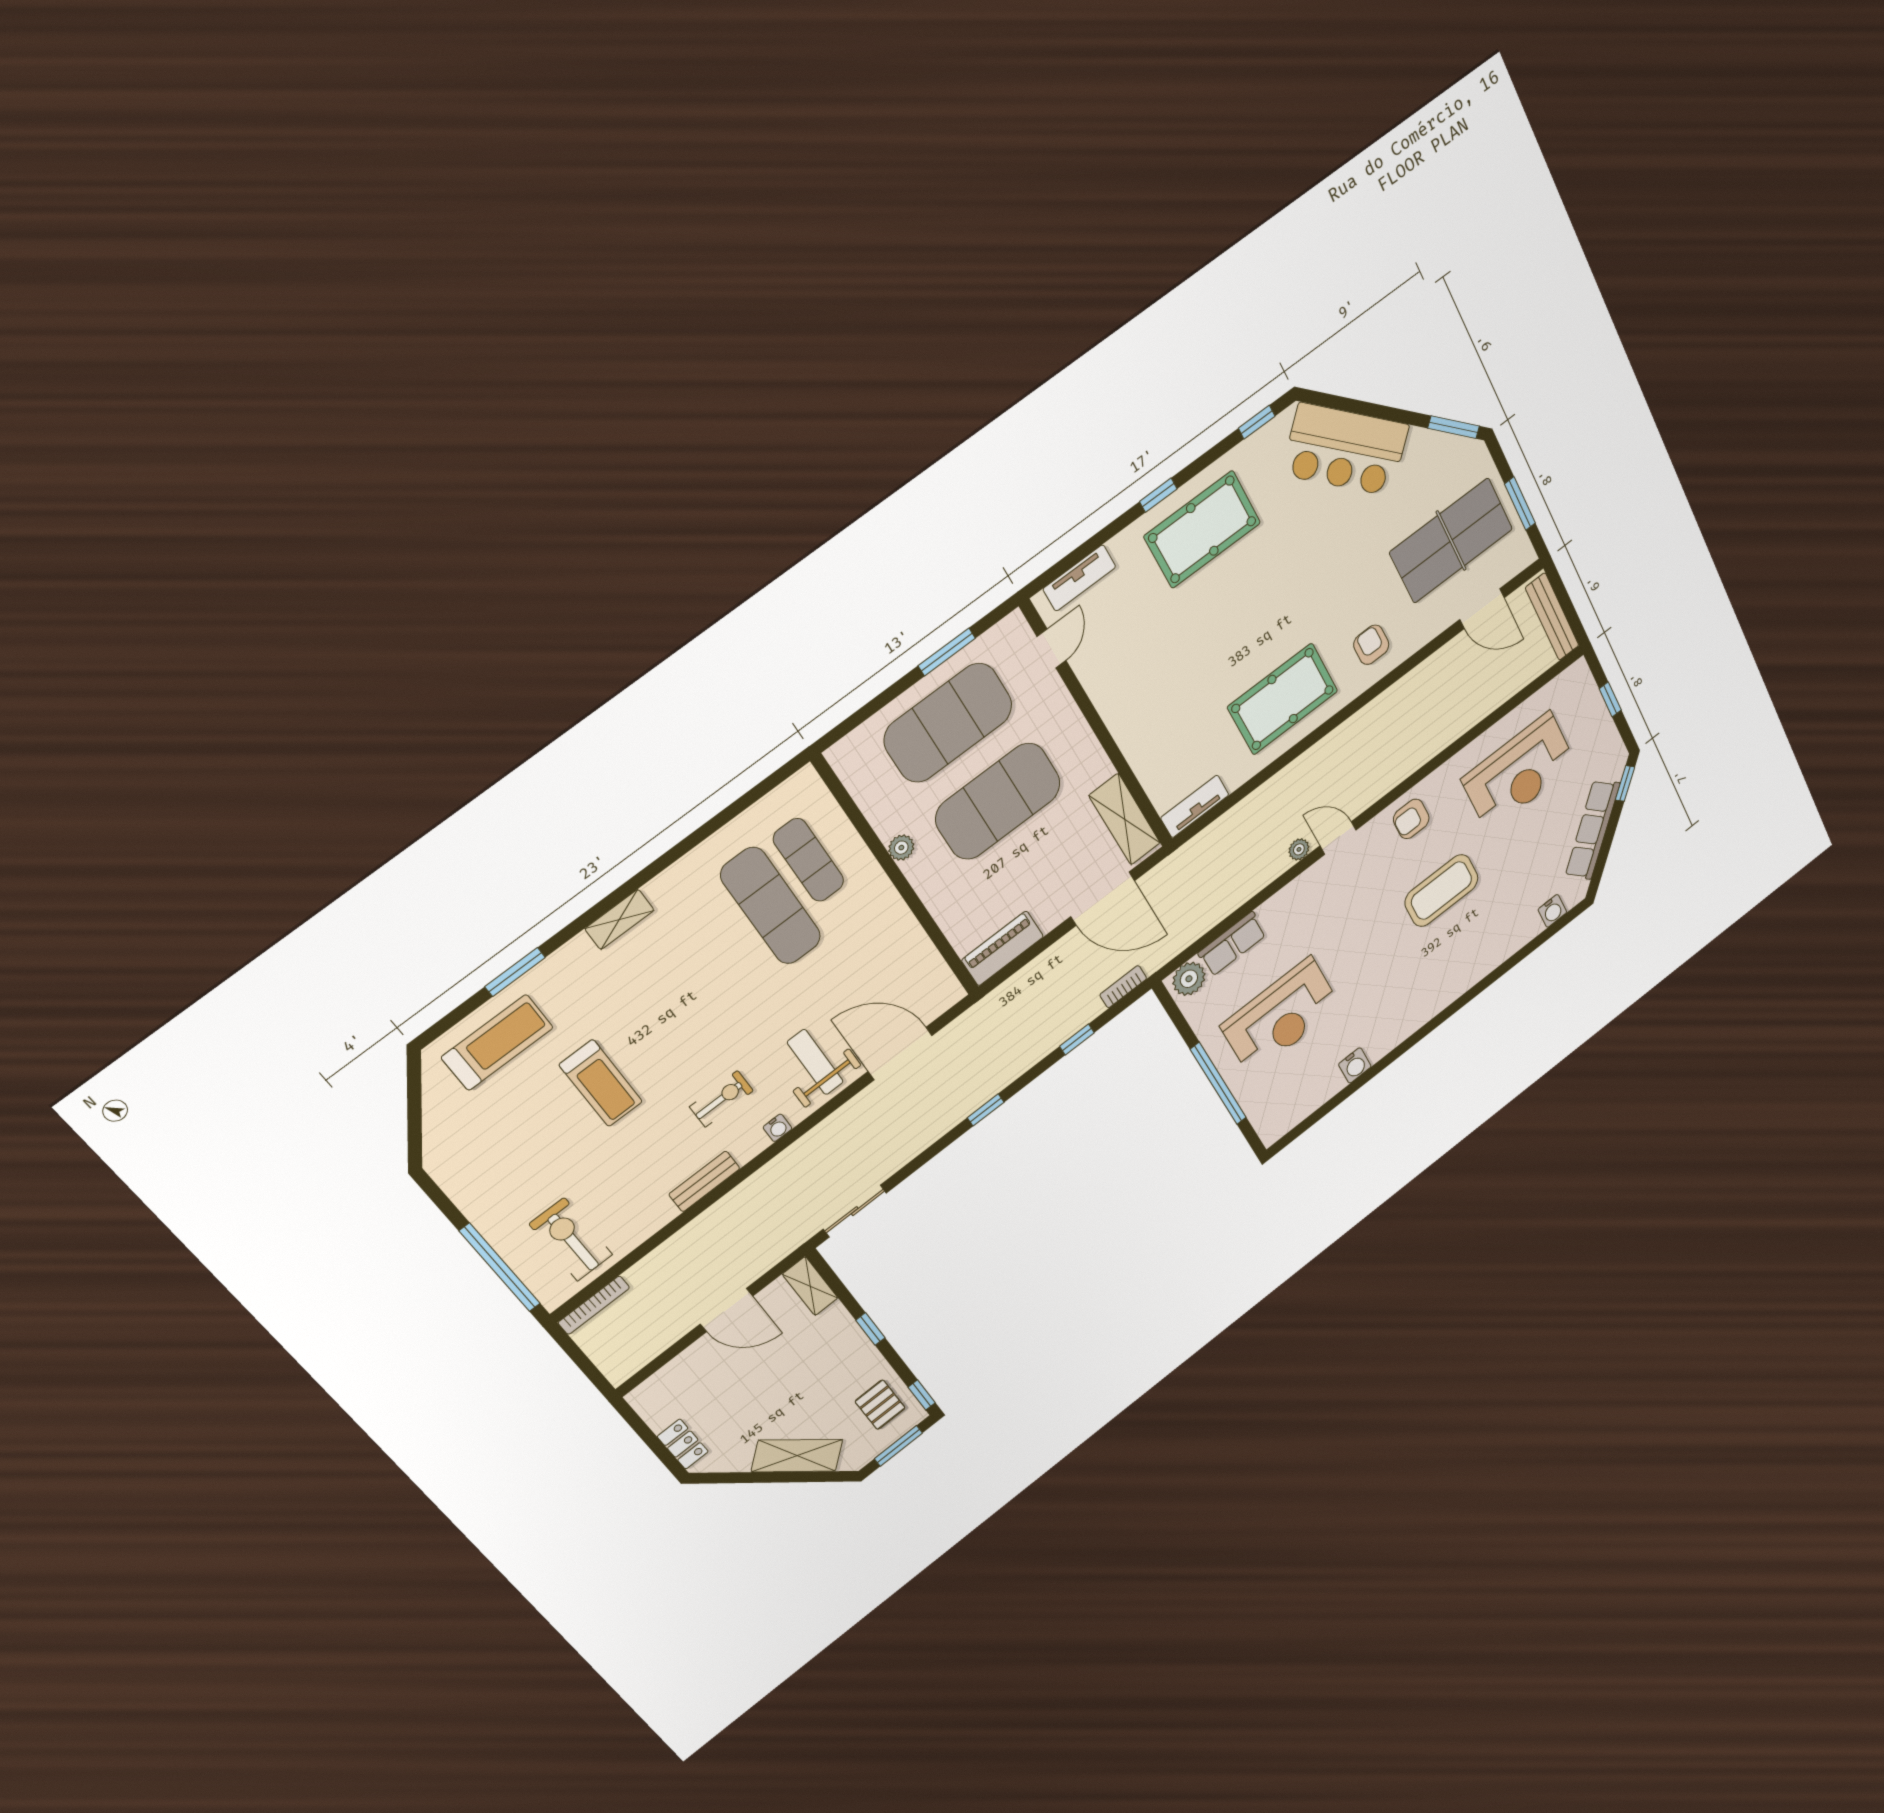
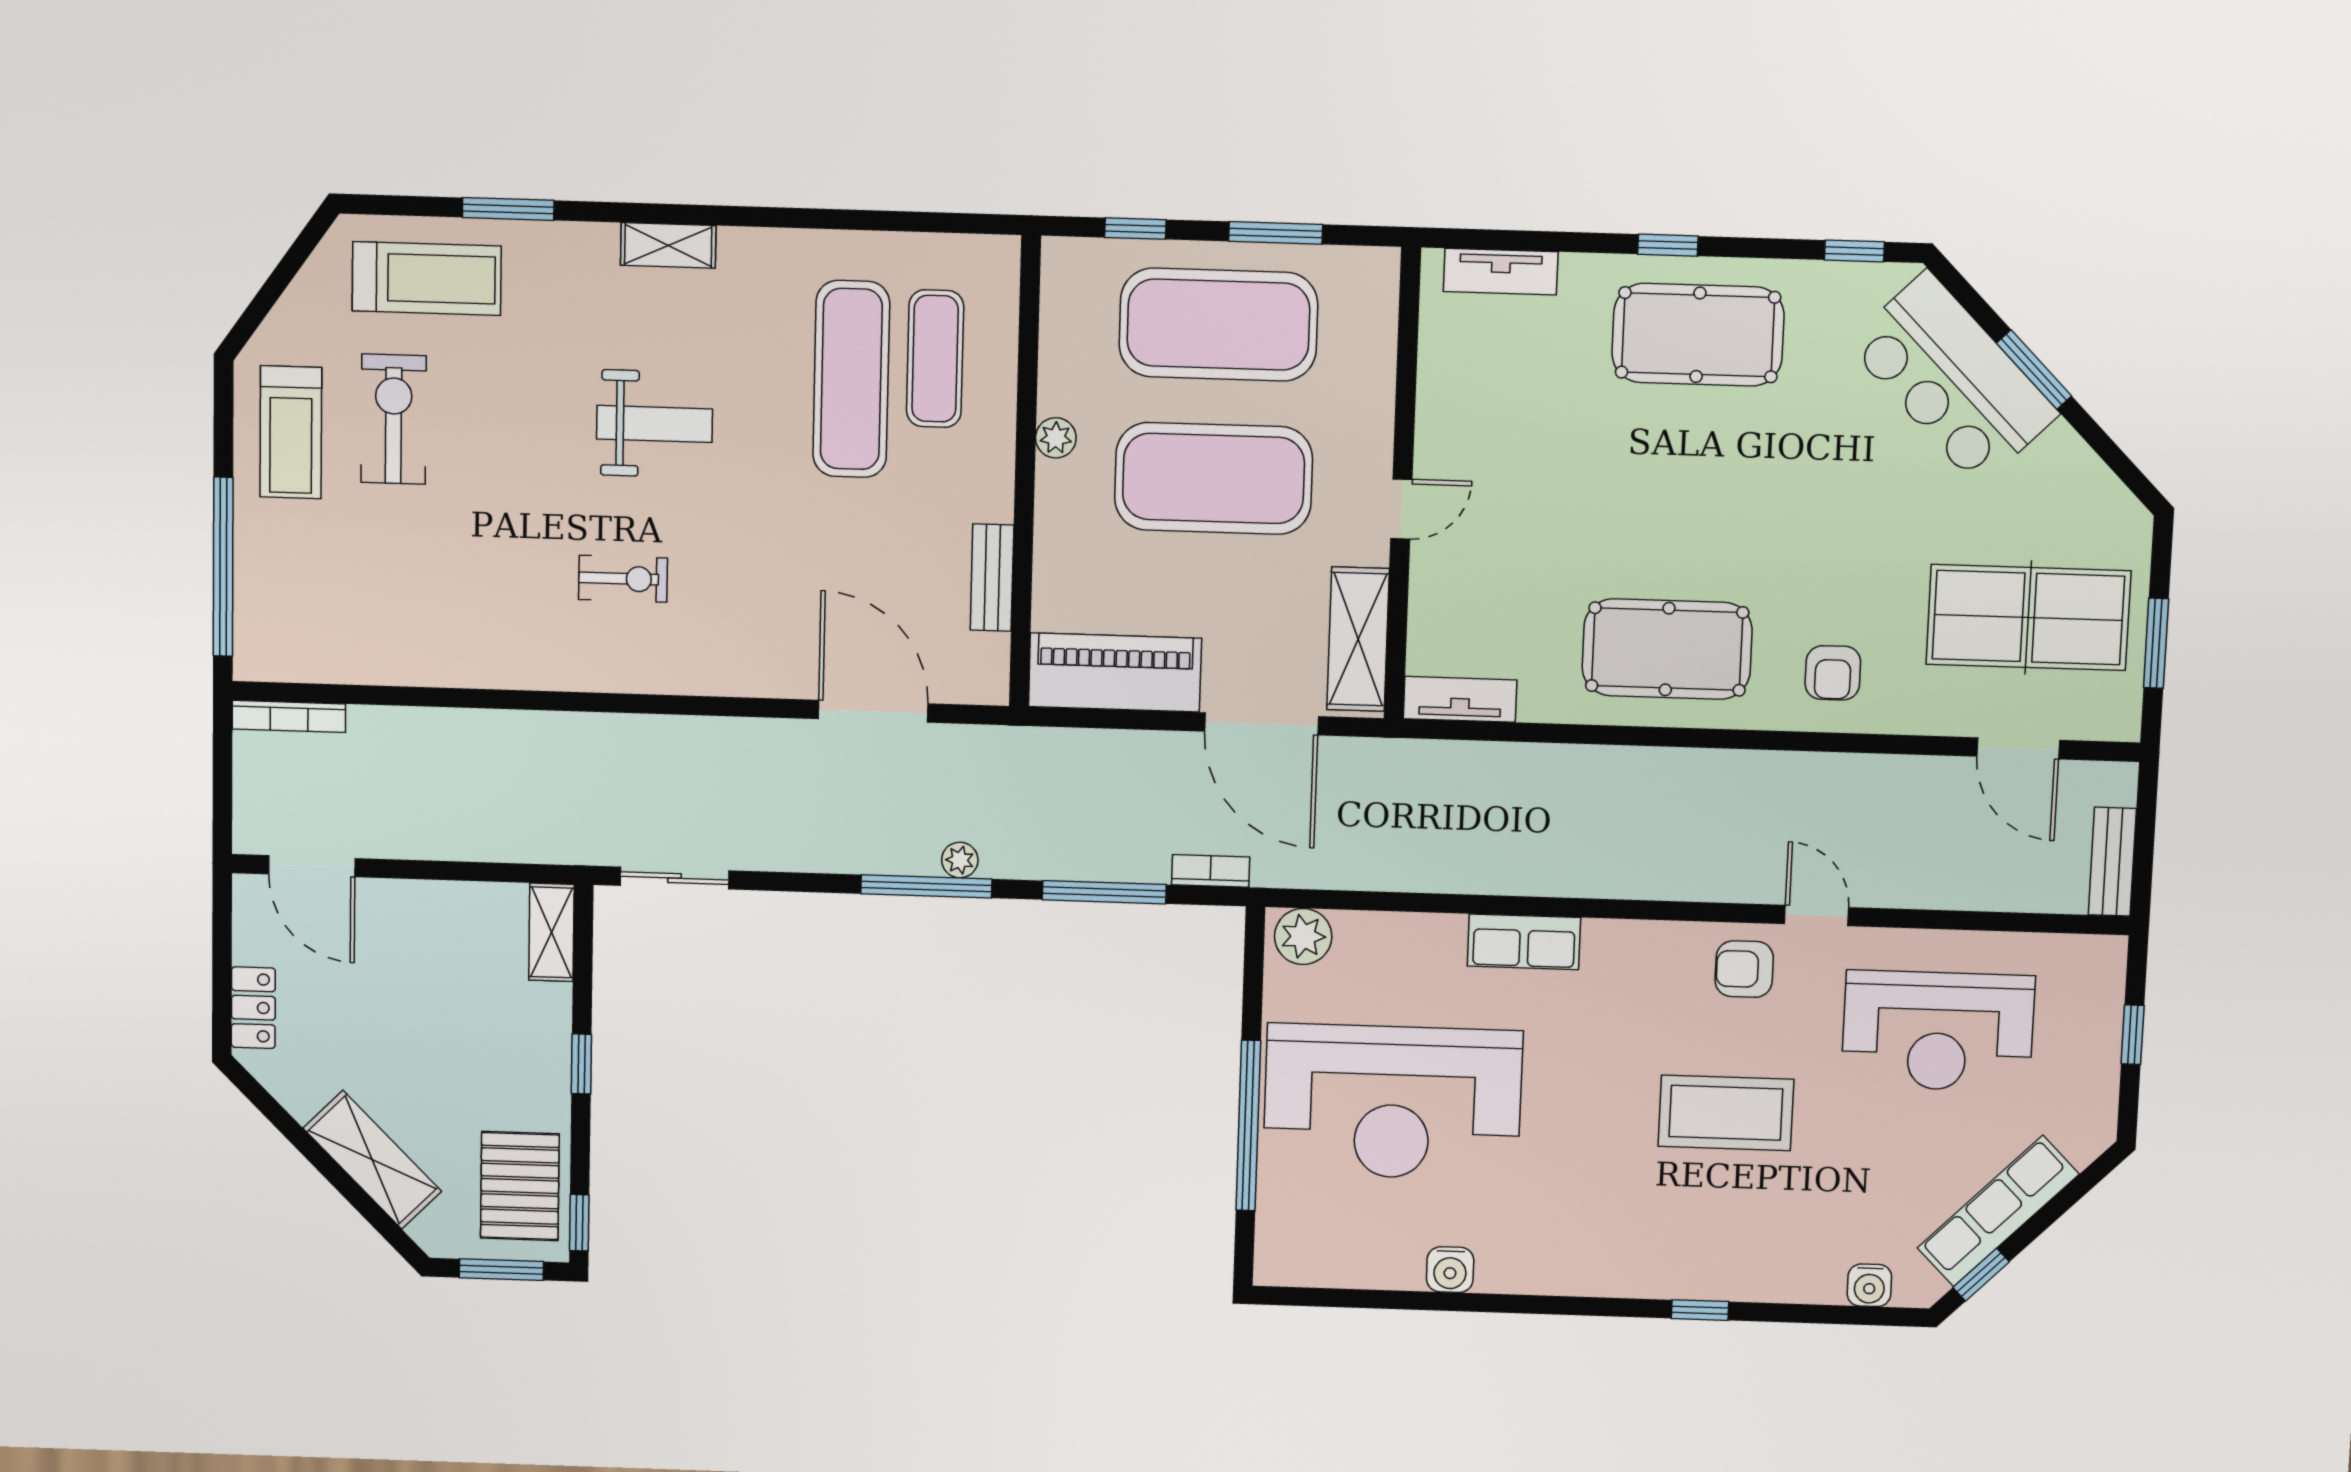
window: (1454, 427) -> (2034, 370), moved
bench: (1552, 617) -> (2112, 862), width x0.73
armchair: (1371, 645) -> (1833, 673), turned 180
door: (1051, 648) -> (1401, 509), moved
window: (870, 709) -> (1135, 229), added
window: (1625, 784) -> (1981, 1275), moved
door: (1338, 838) -> (1817, 916), moved
plant: (1299, 849) -> (960, 860), moved
row of seats: (1232, 944) -> (1524, 942), moved
piano: (1003, 948) -> (1115, 672), width x1.37, depth x1.33
window: (1481, 986) -> (1700, 1310), added
reception desk: (1281, 1016) -> (1393, 1102), width x1.36, depth x1.30
window: (1077, 1040) -> (1104, 892), width x2.17
weight bench: (815, 1062) -> (655, 424), moved, turned 90
treadmill: (601, 1083) -> (291, 432), moved
window: (986, 1110) -> (926, 886), width x2.17
water cooler: (777, 1128) -> (661, 678), removed
bench: (704, 1181) -> (992, 578), moved, turned 90
exercise bike: (571, 1239) -> (394, 419), moved
door: (726, 1310) -> (312, 866), moved
pallet: (880, 1405) -> (520, 1186), width x1.50, depth x1.42

